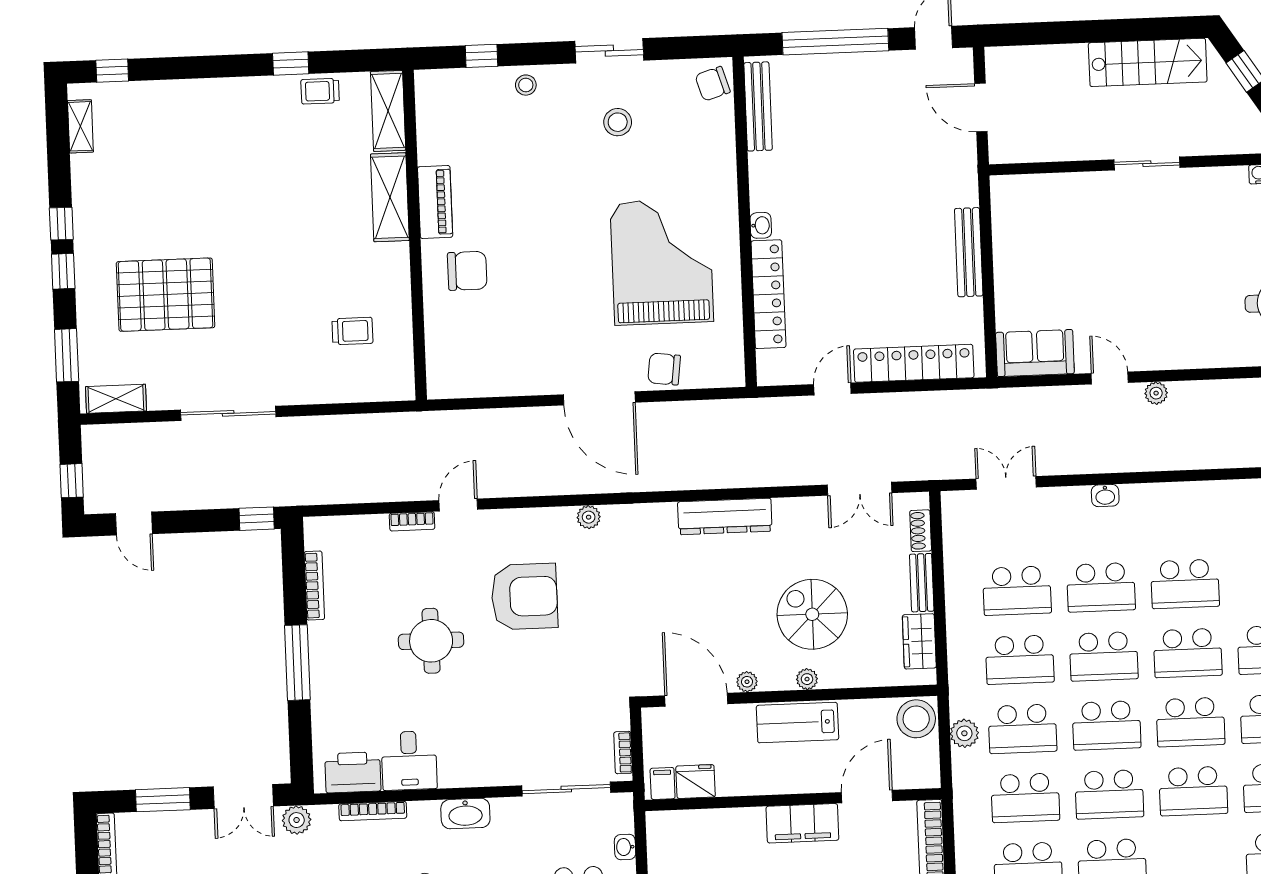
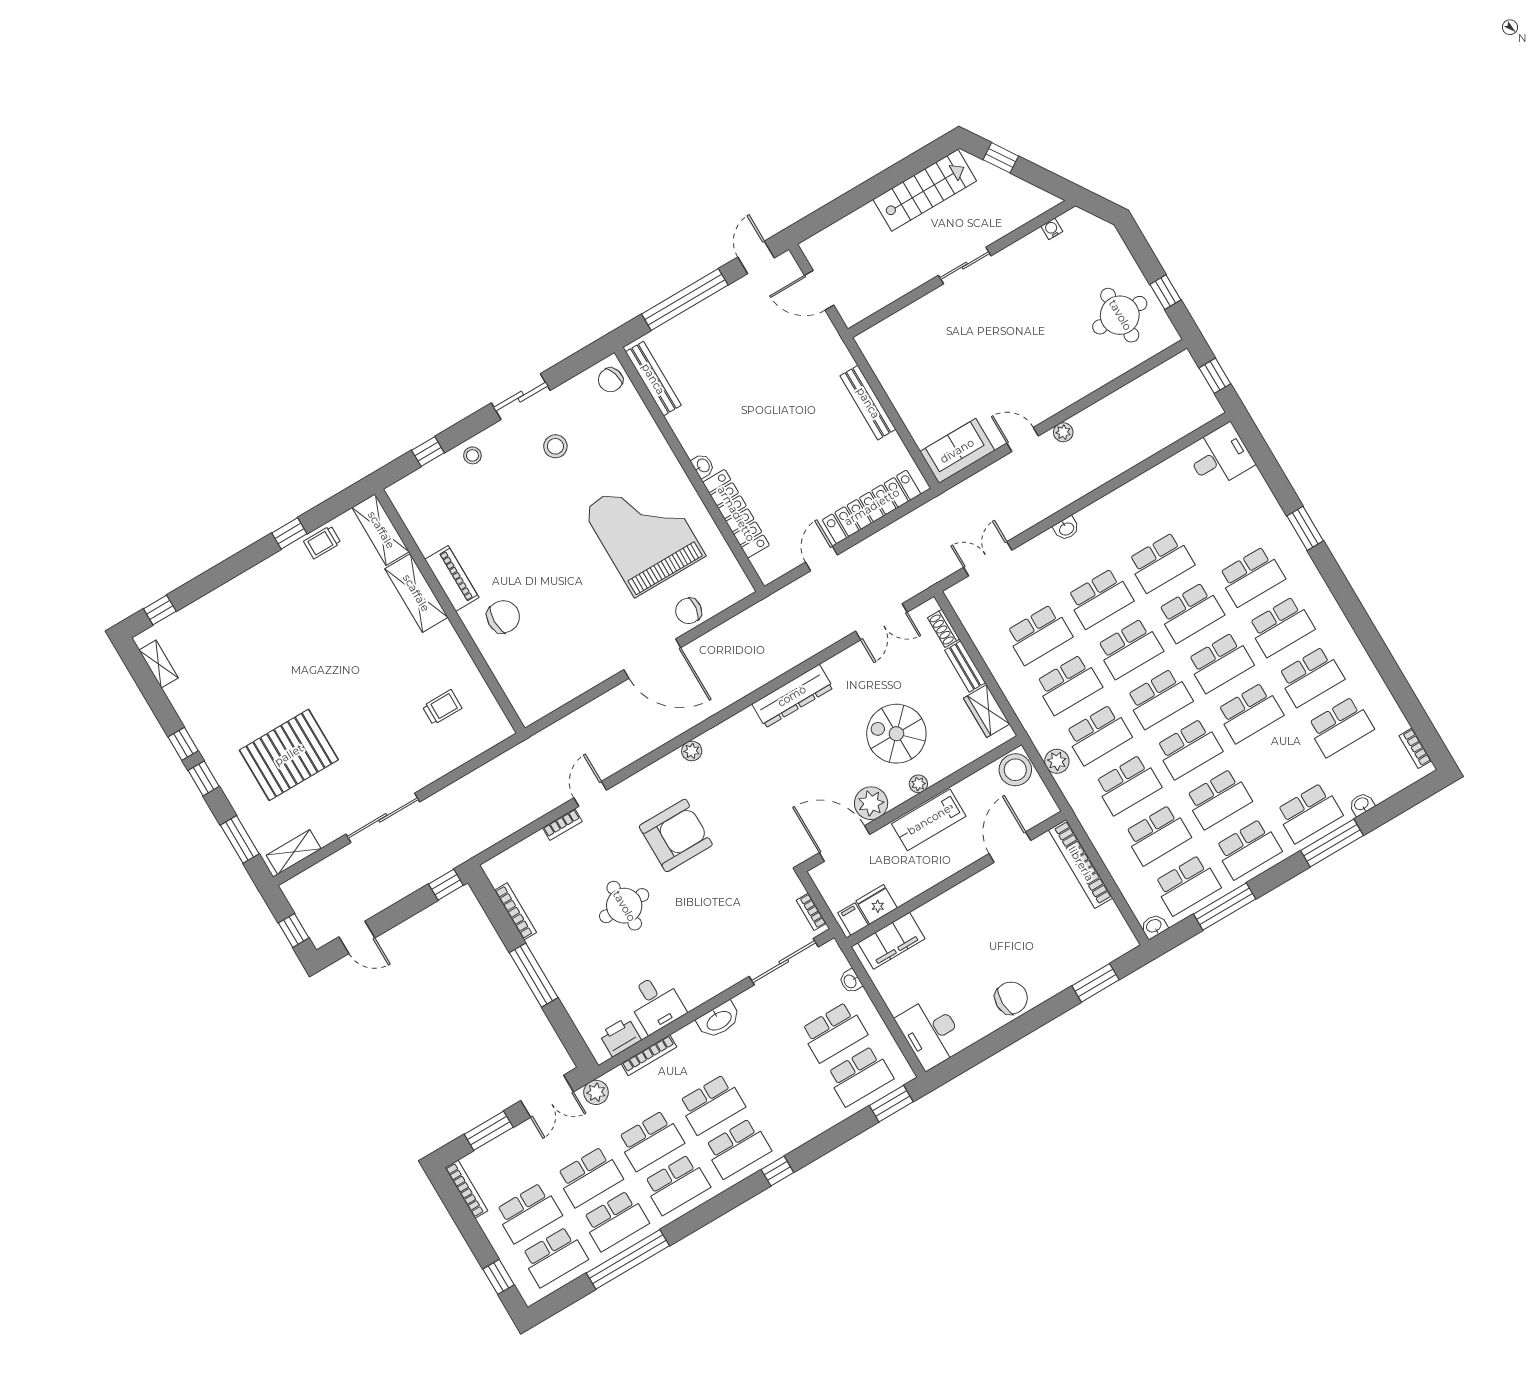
plant: (747, 682) -> (871, 803), width x1.87, depth x1.87
printer: (353, 772) -> (620, 1037), width x0.73, depth x0.84
filing cabinet: (802, 823) -> (891, 941), moved

